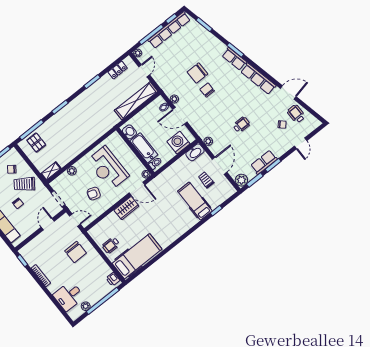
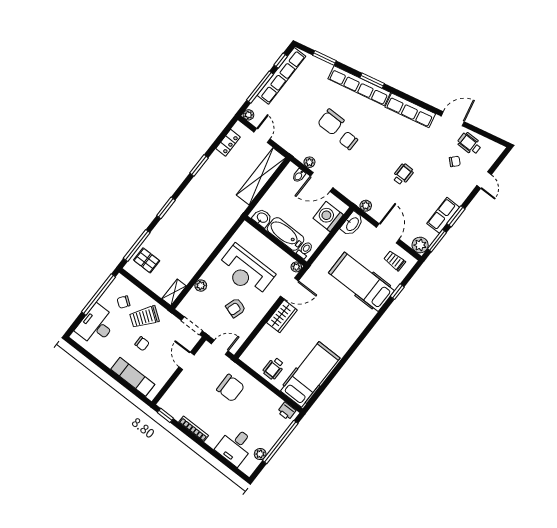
row of seats: (234, 59) -> (359, 86), width x2.02
trolley: (206, 180) -> (395, 261), moved
hospital bed: (195, 201) -> (361, 282), width x1.37, depth x1.29

